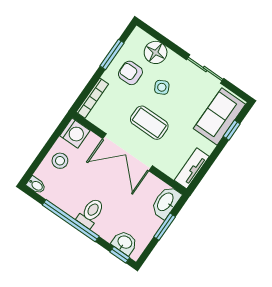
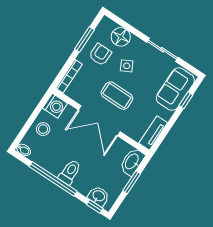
armchair: (130, 73) -> (100, 54), turned 90

